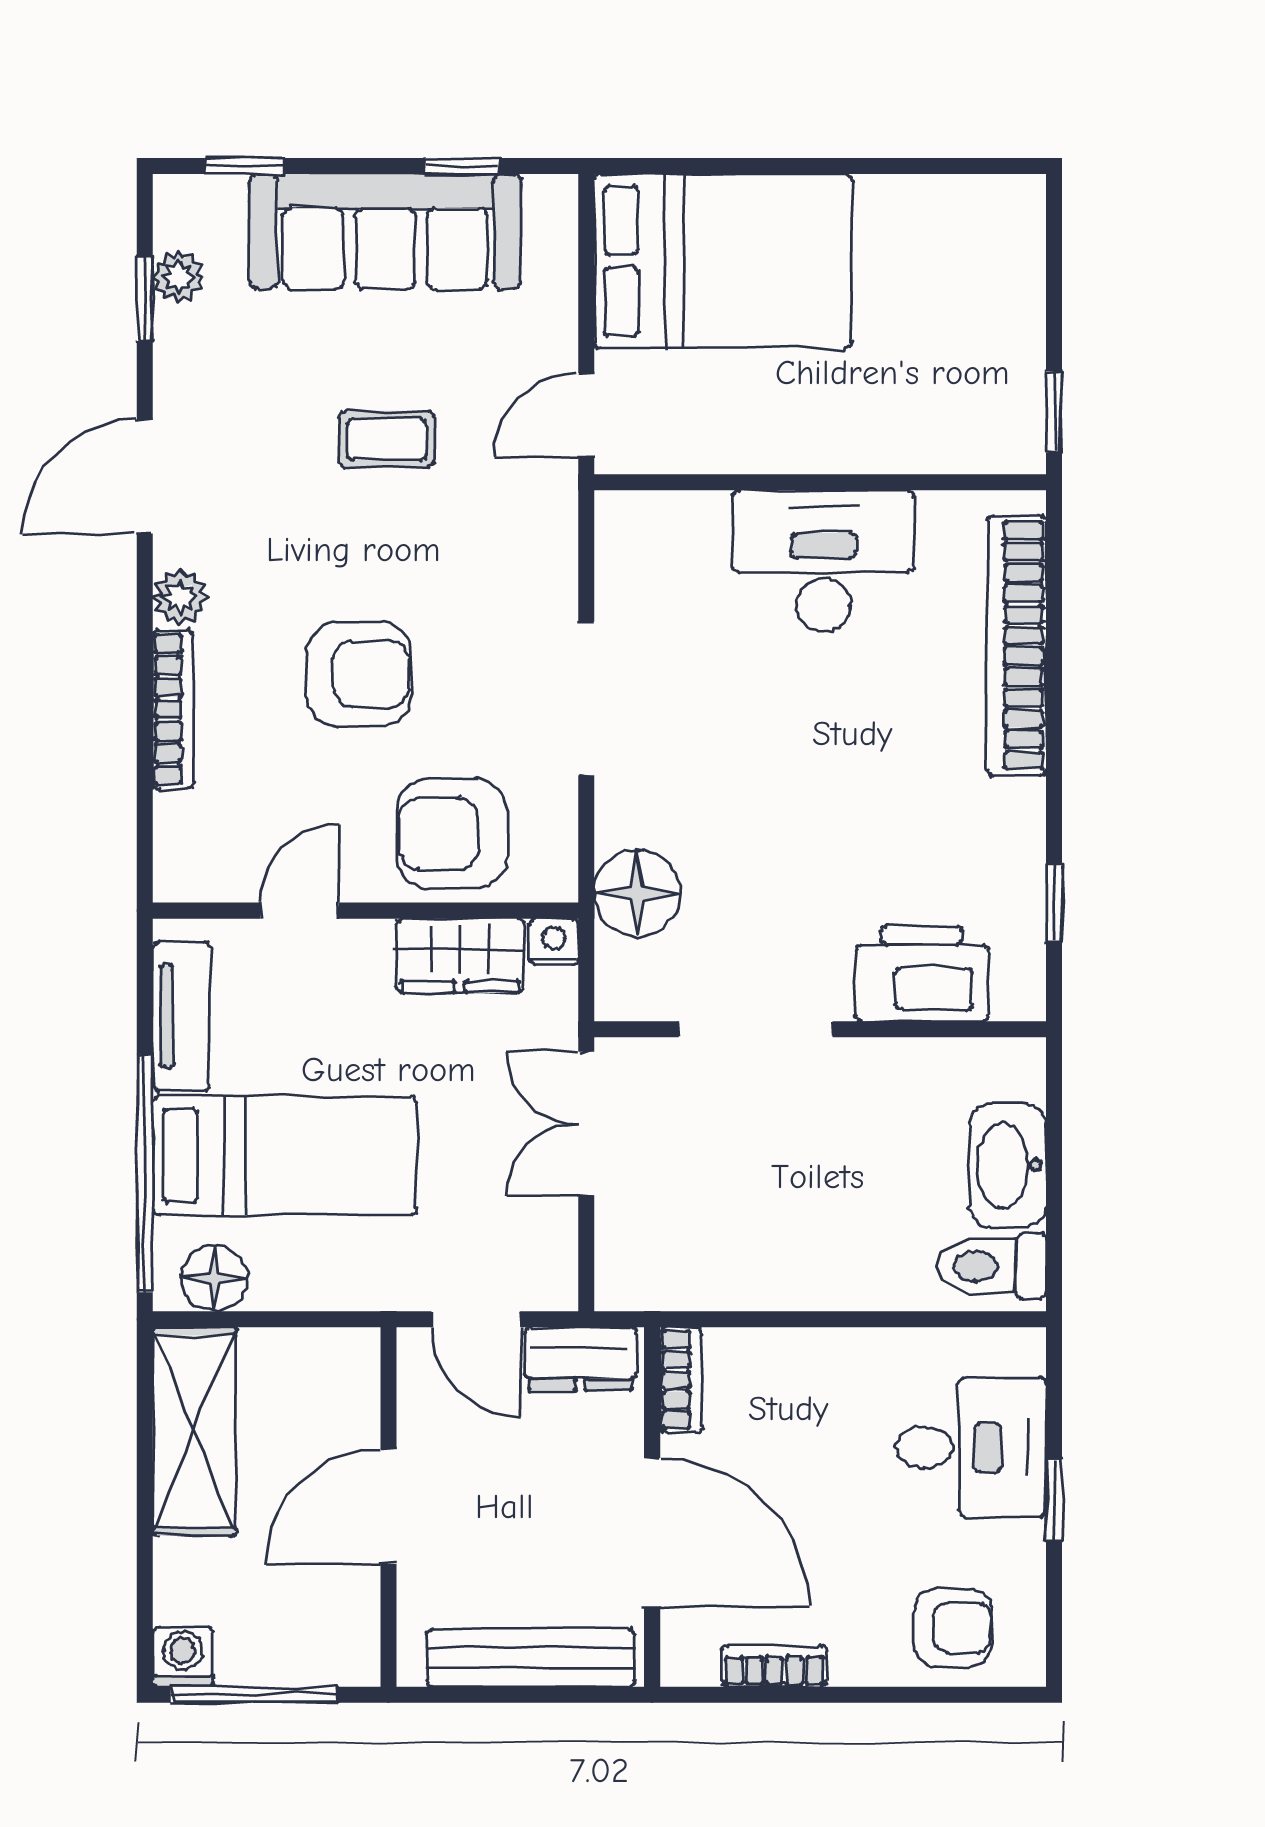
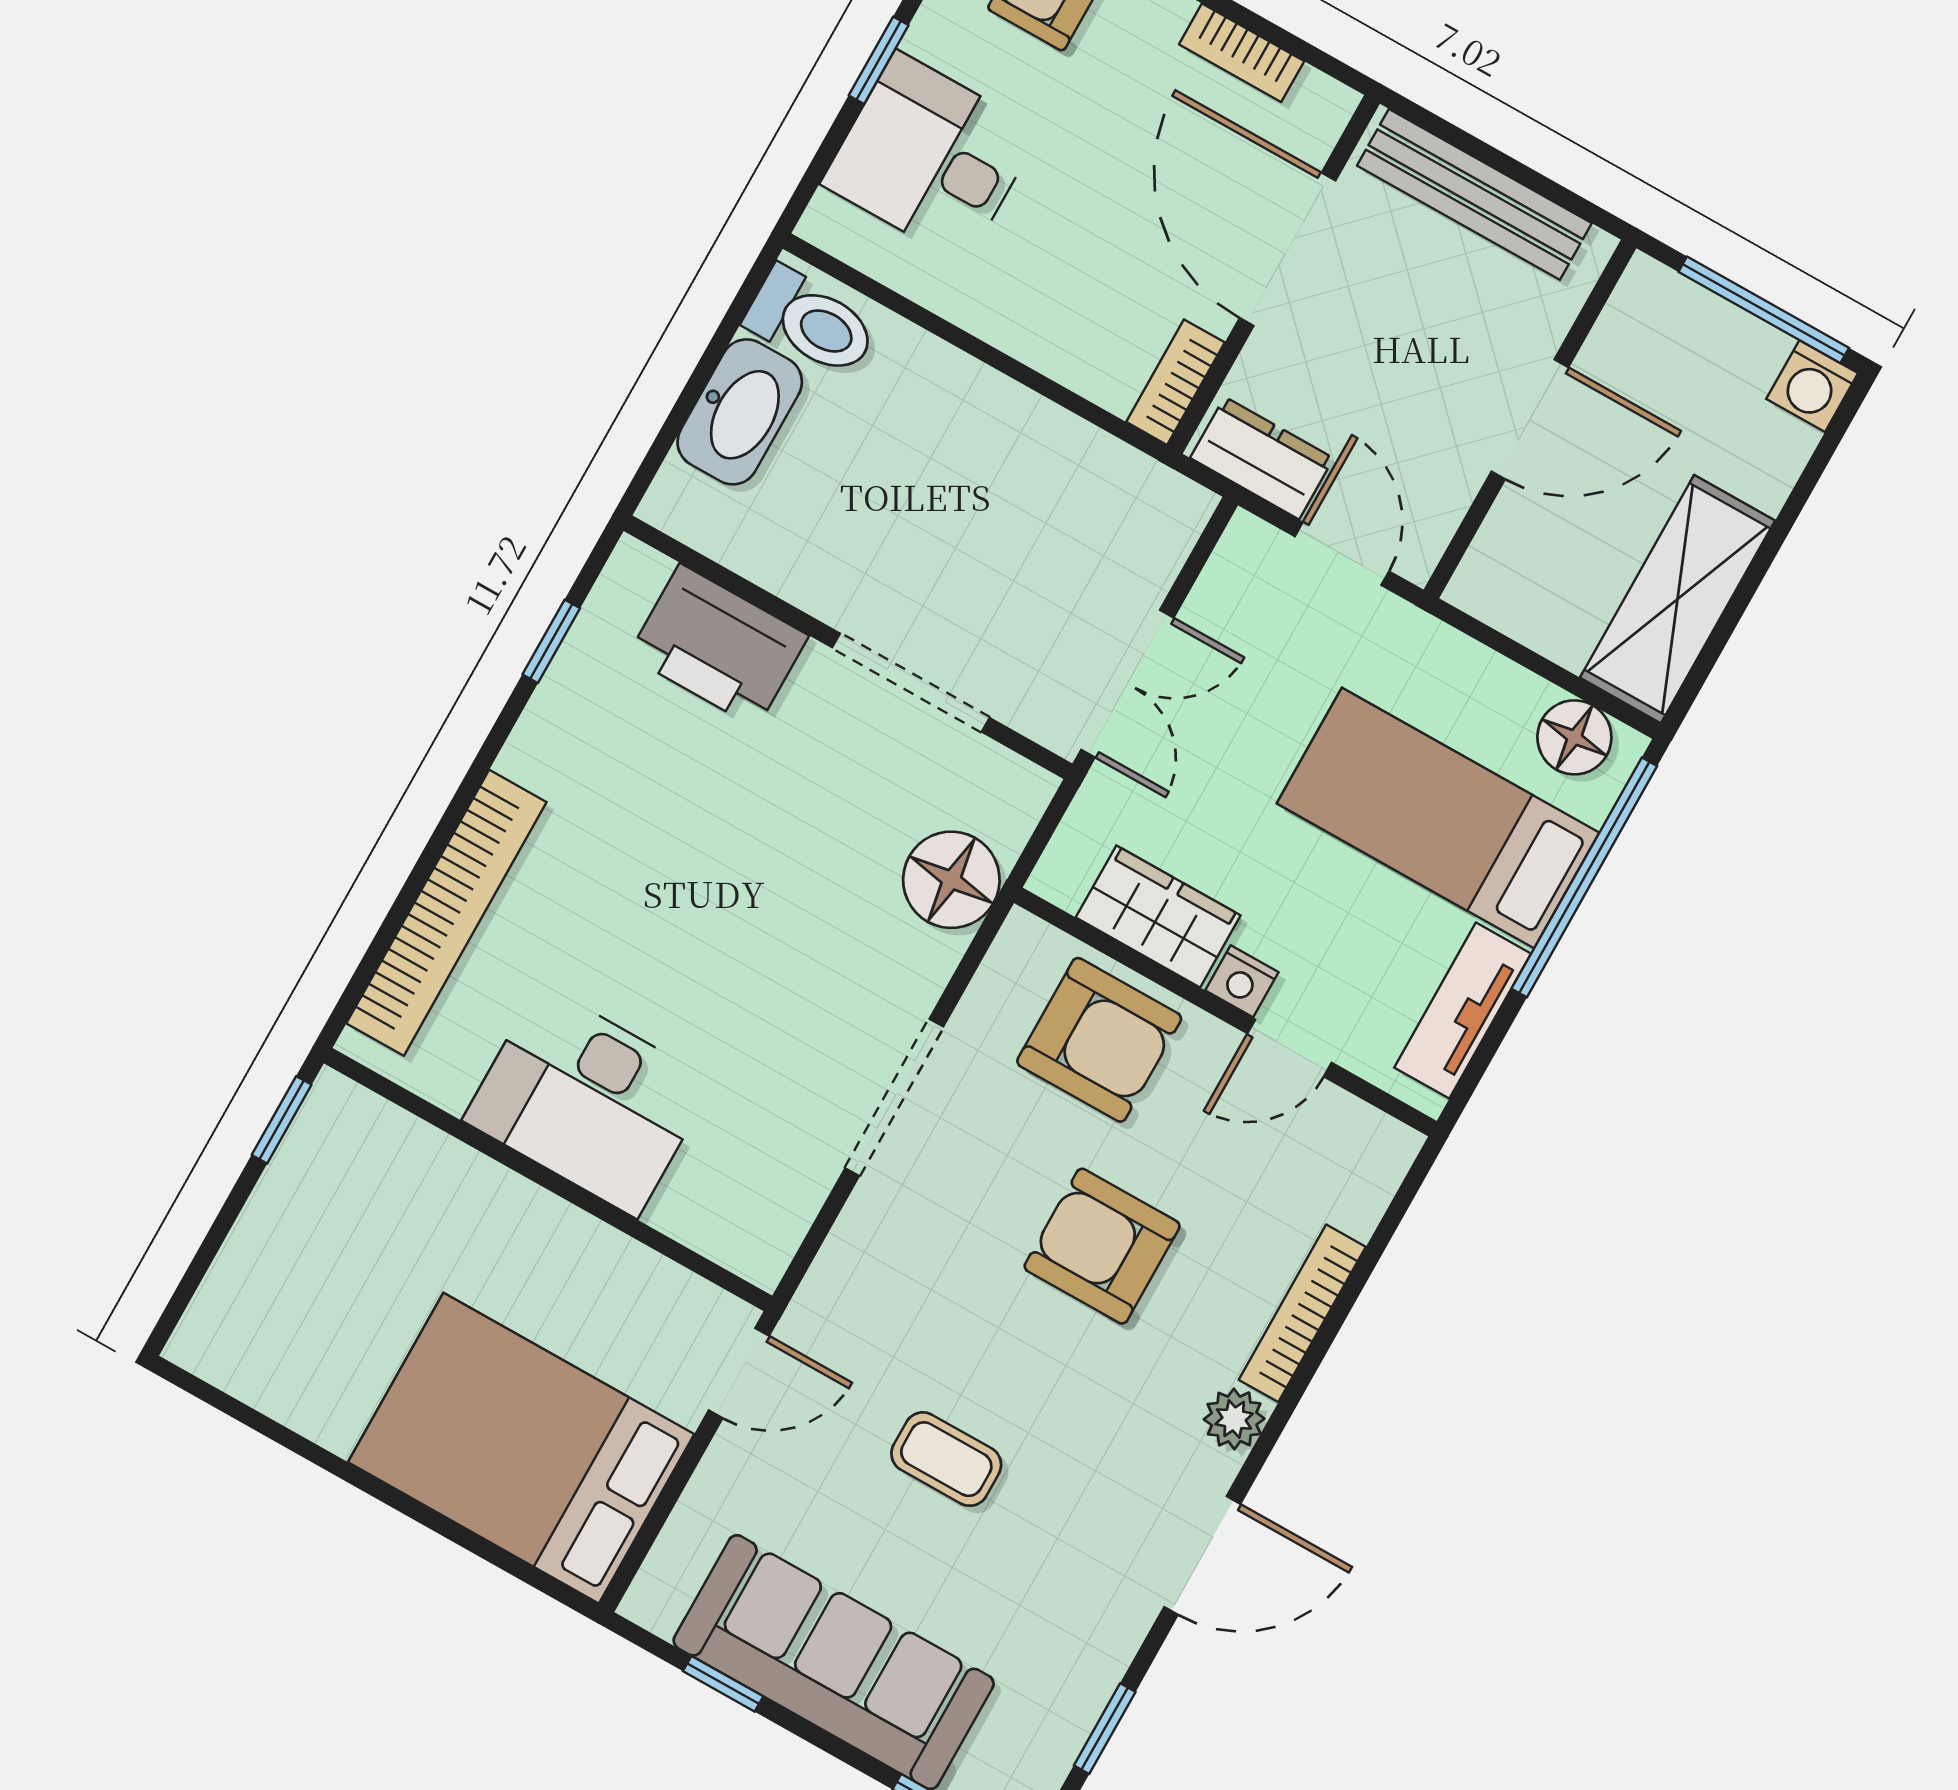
plant: (179, 277) -> (1060, 1731), removed
nightstand: (554, 942) -> (1242, 981), moved

